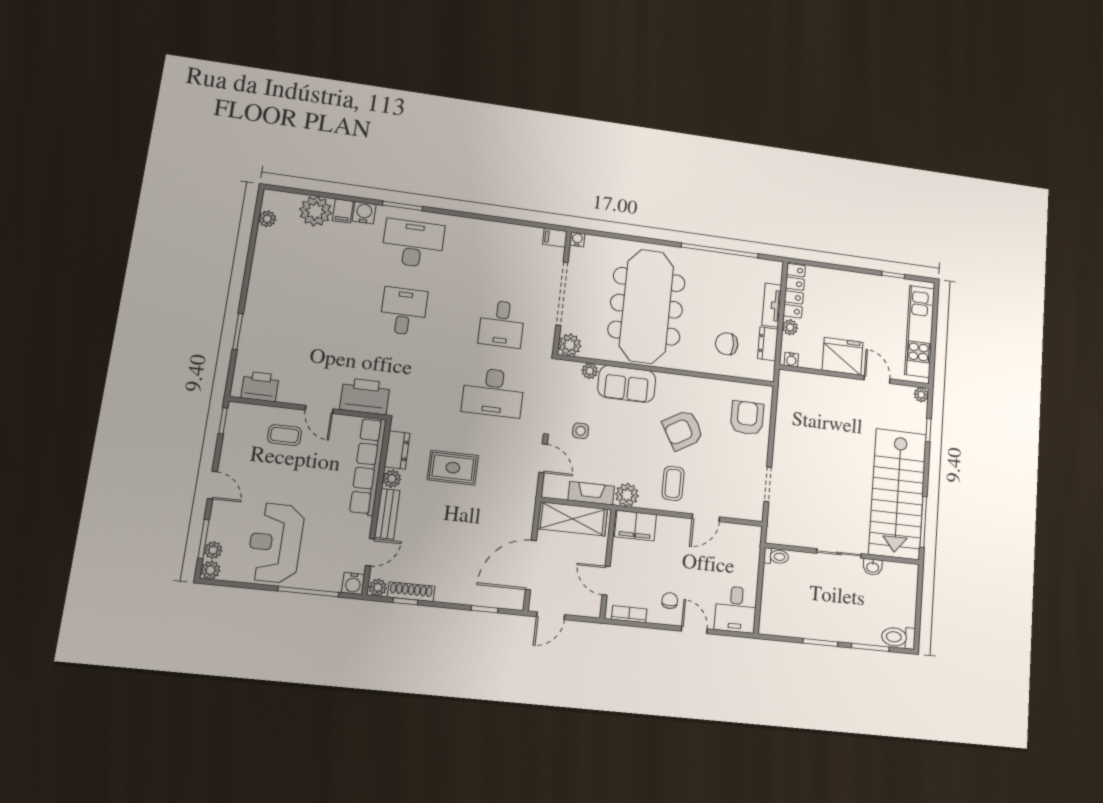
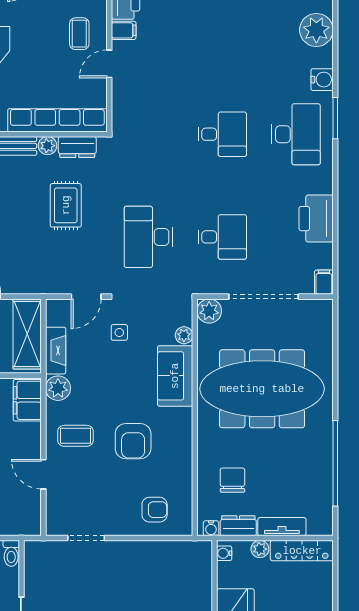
filing cabinet: (343, 211) -> (124, 30), moved, turned 180
water cooler: (577, 239) -> (211, 528), moved, turned 90
desk: (502, 324) -> (222, 237), turned 180
printer: (365, 396) -> (316, 219), moved, turned 180
armchair: (747, 418) -> (155, 510), width x0.72, depth x0.72
armchair: (683, 430) -> (133, 441), turned -150

